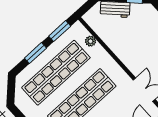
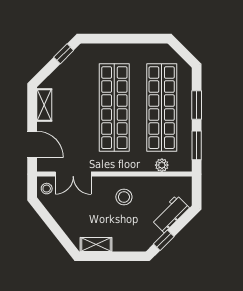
stool: (130, 47) -> (124, 197), added

